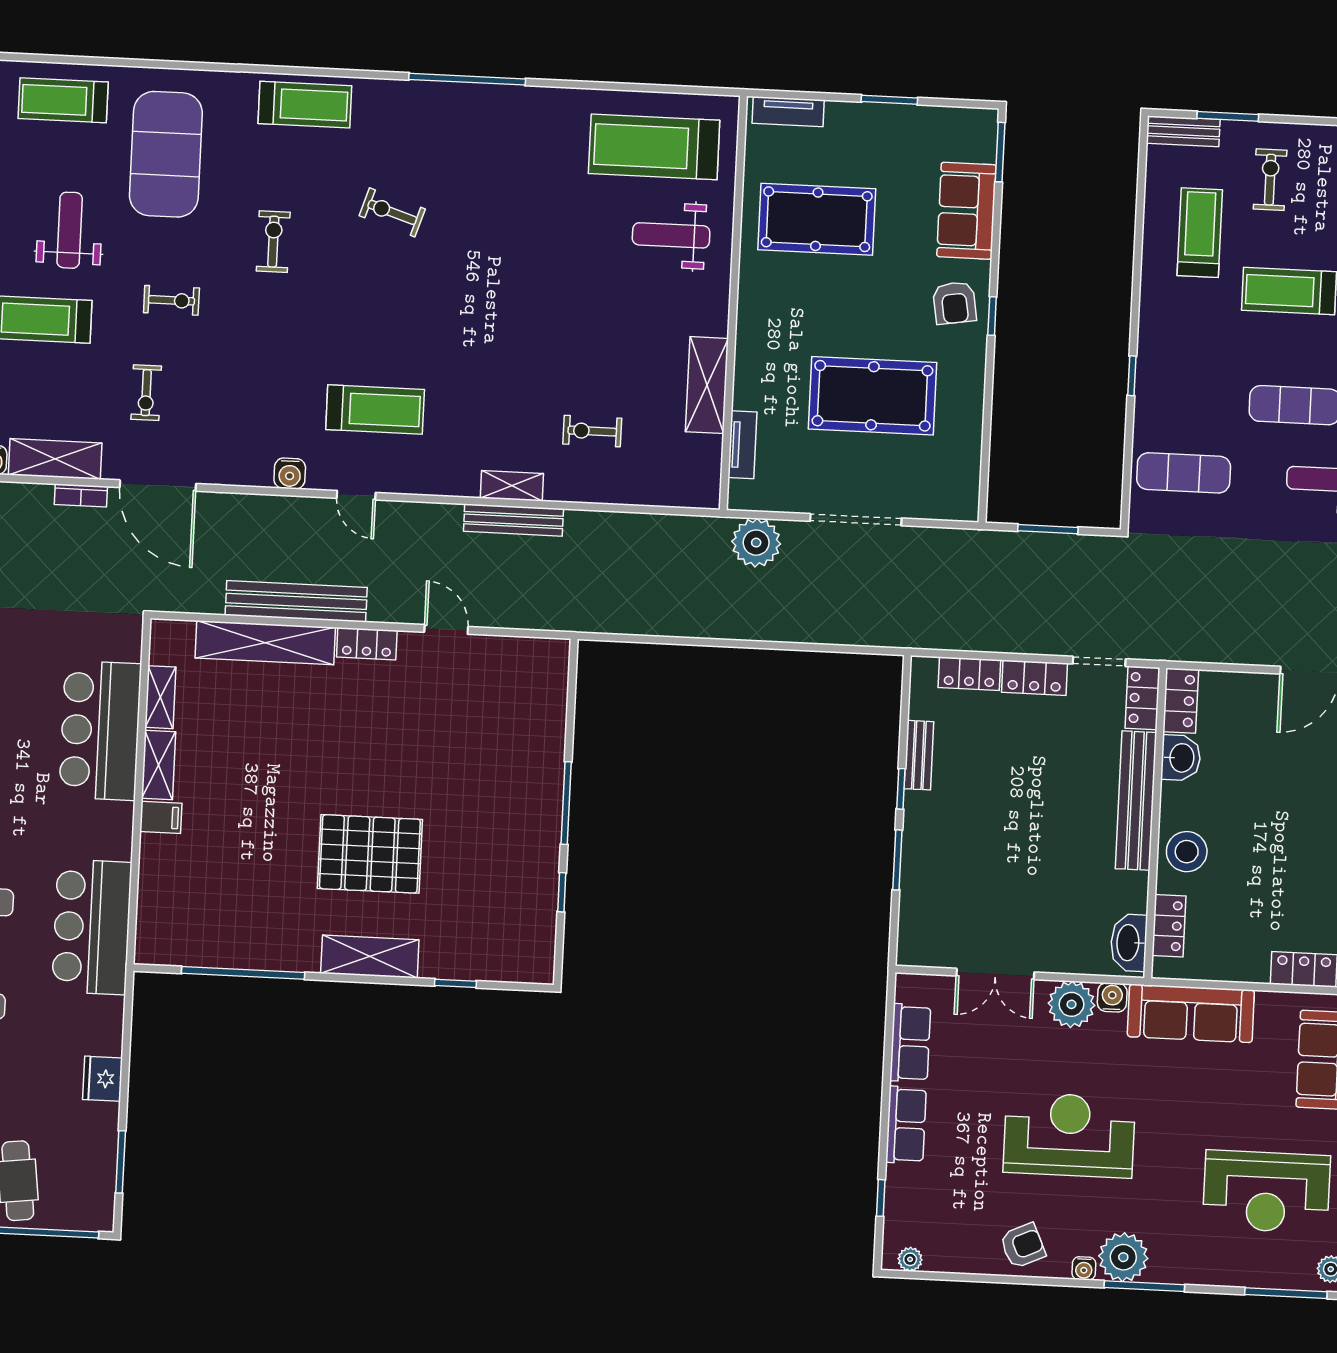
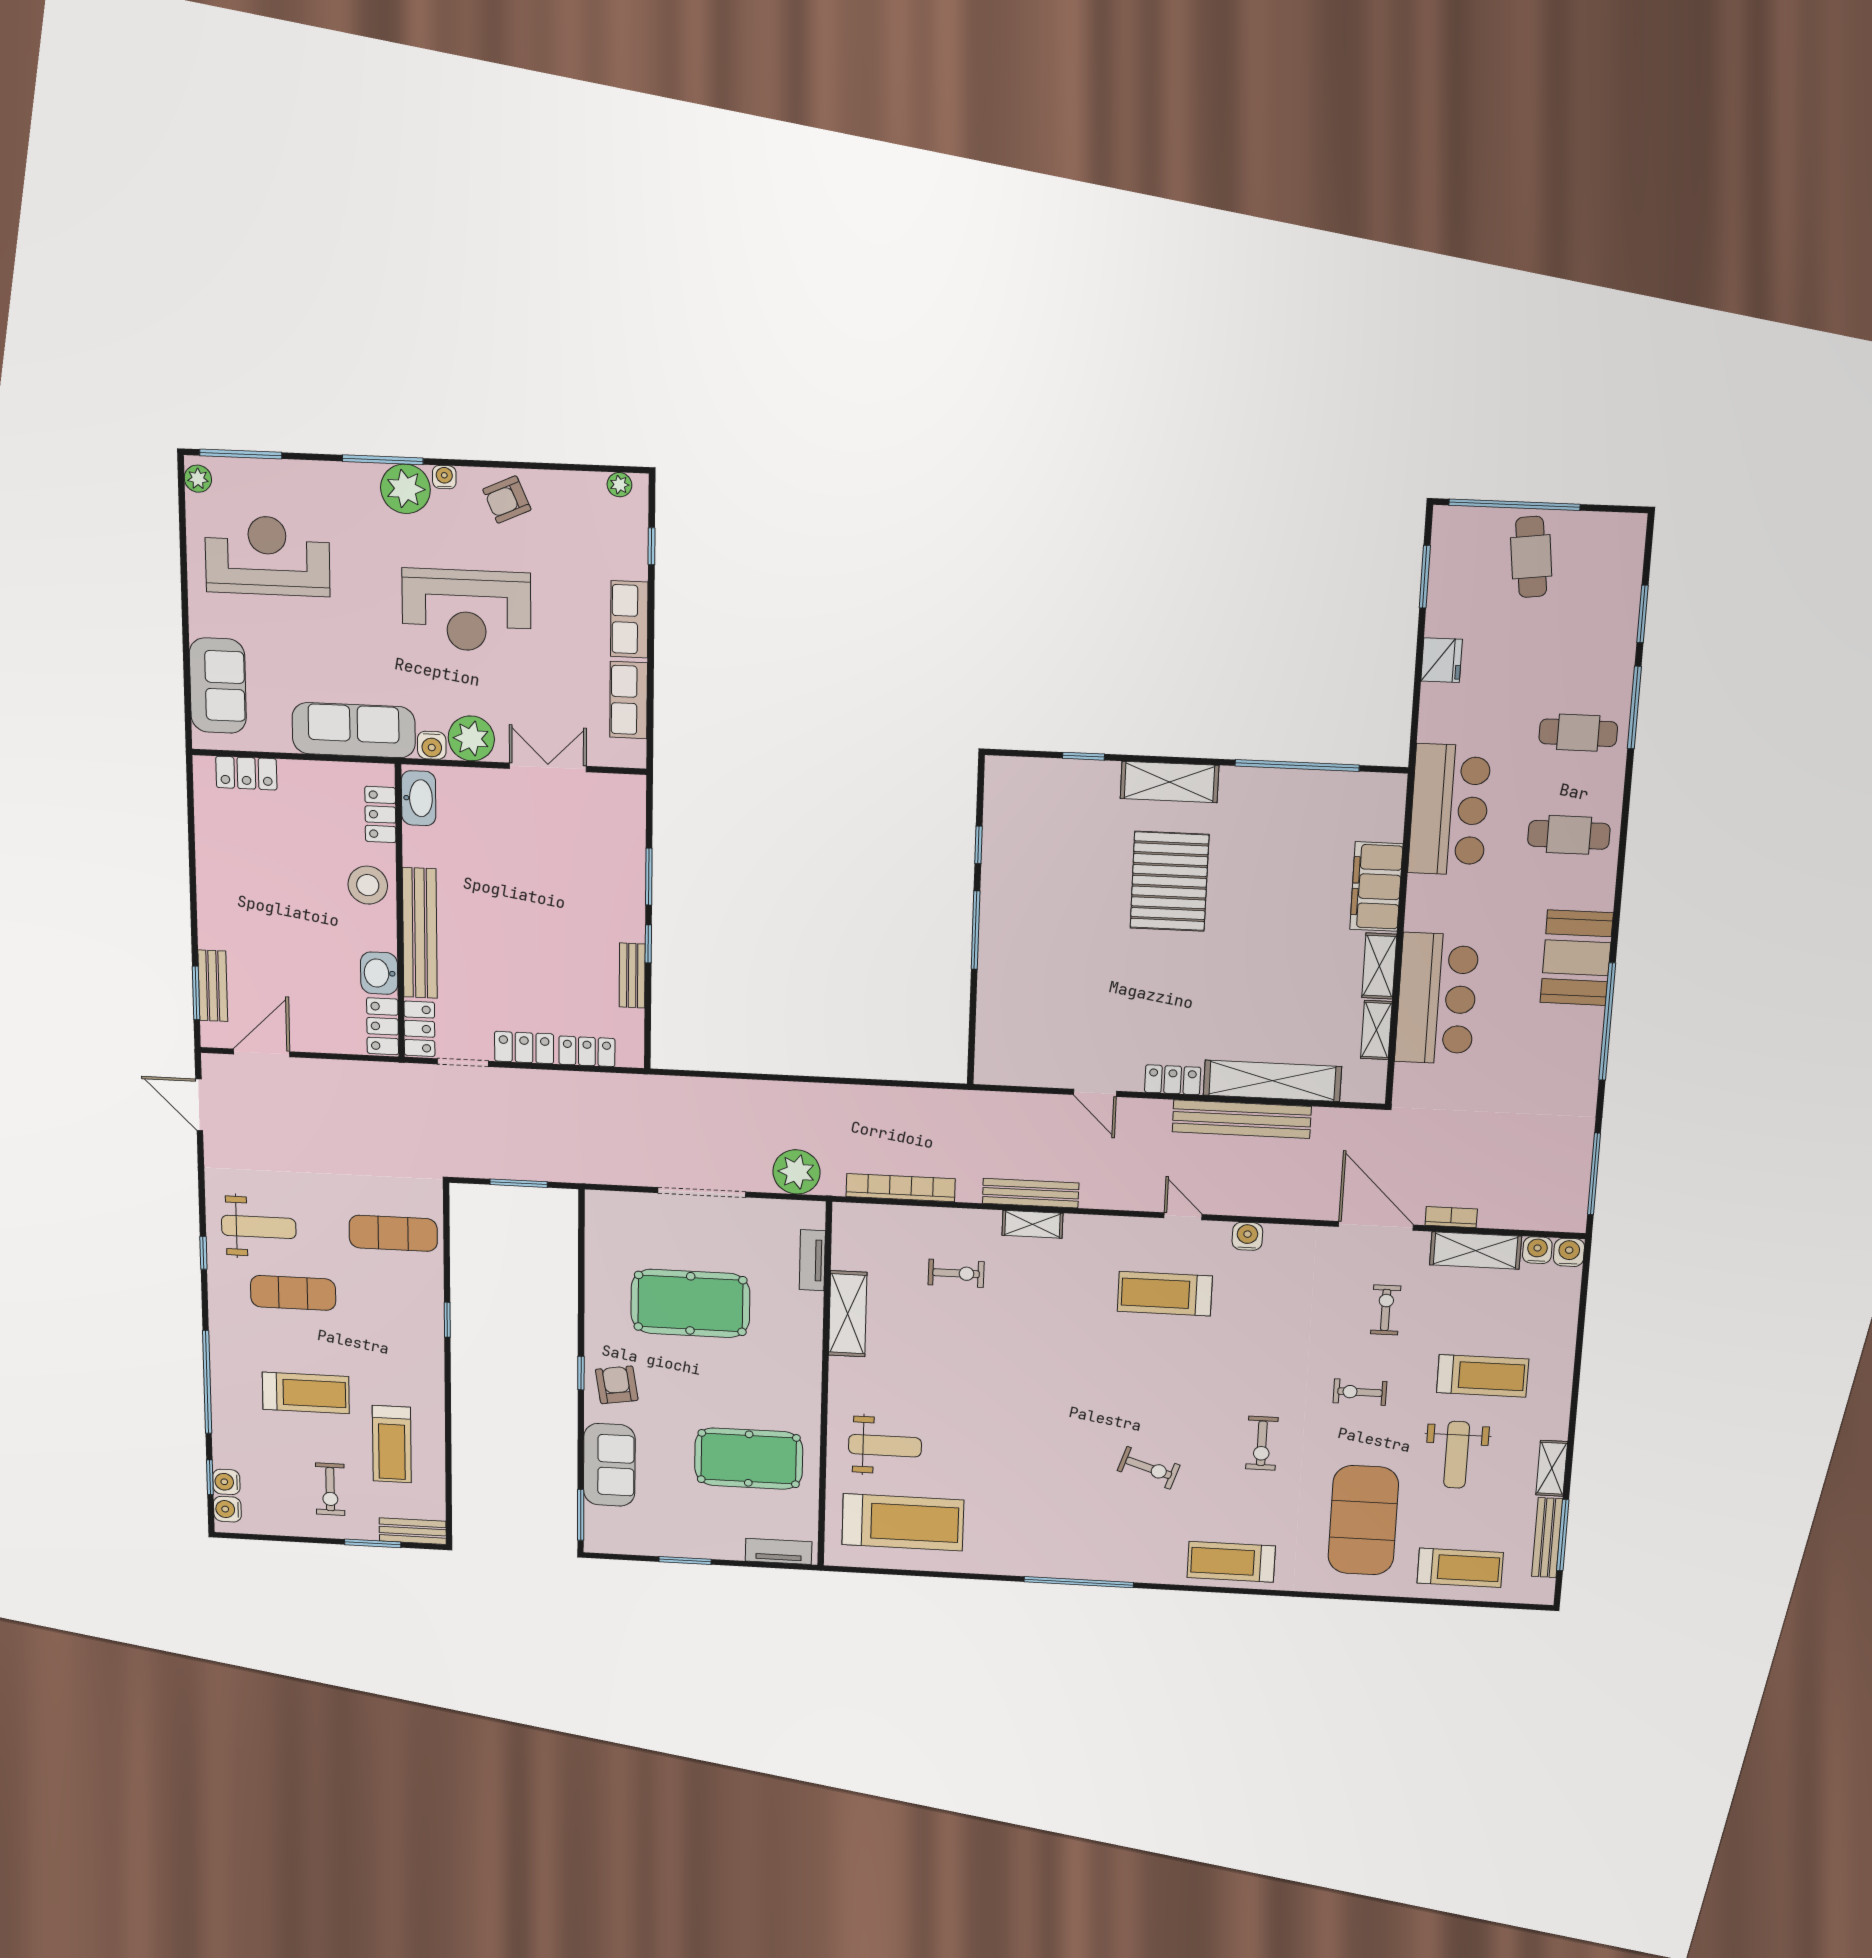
bookcase: (648, 526) -> (901, 1188), added
filing cabinet: (161, 817) -> (1376, 887), width x3.00, depth x1.17
pallet: (370, 854) -> (1169, 881), turned 90

